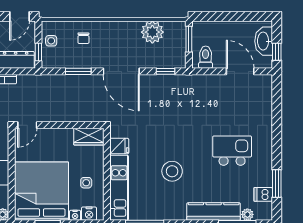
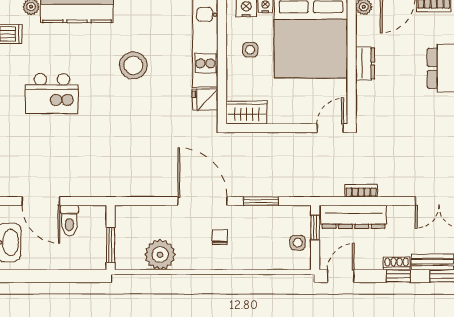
chair: (83, 38) -> (220, 237), moved
toilet: (206, 57) -> (69, 220), moved
window: (165, 71) -> (142, 201), removed

